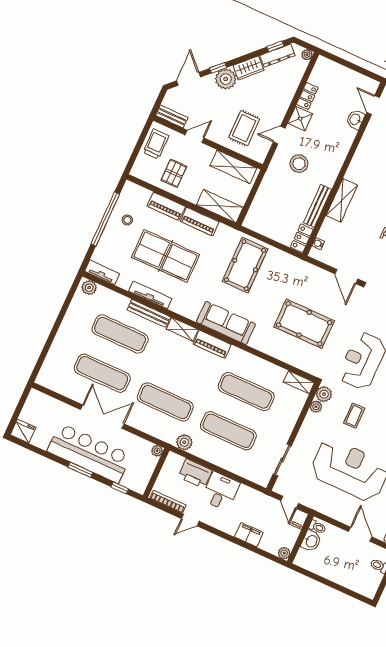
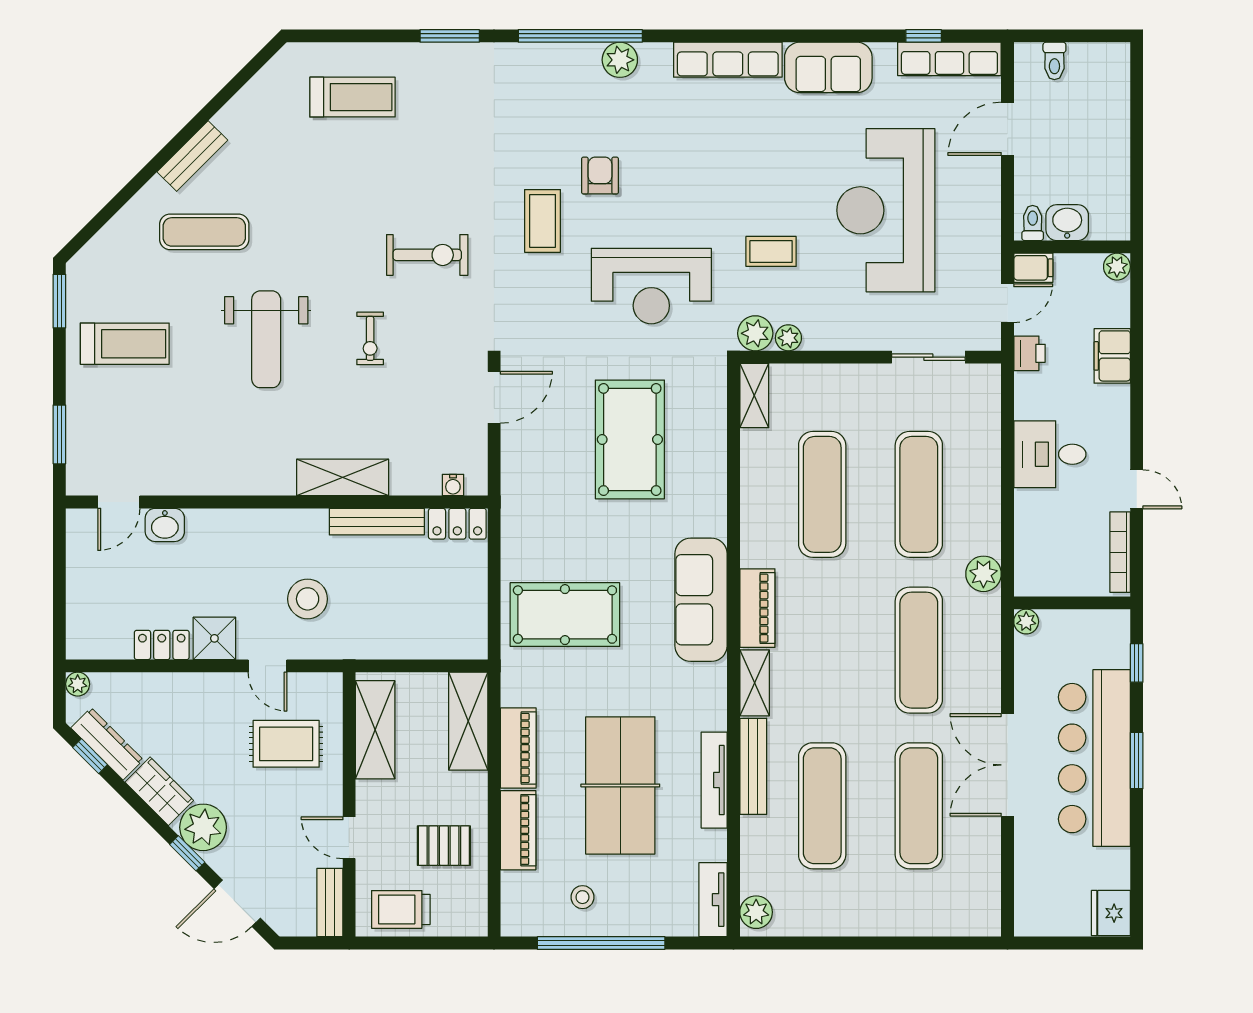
printer: (195, 473) -> (1029, 353), moved, width x0.53, depth x0.68

